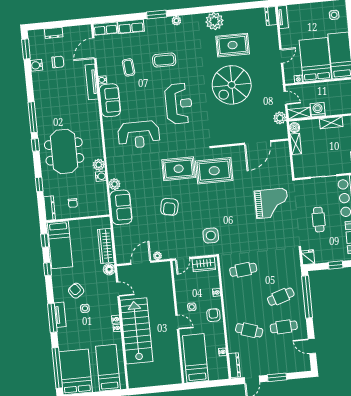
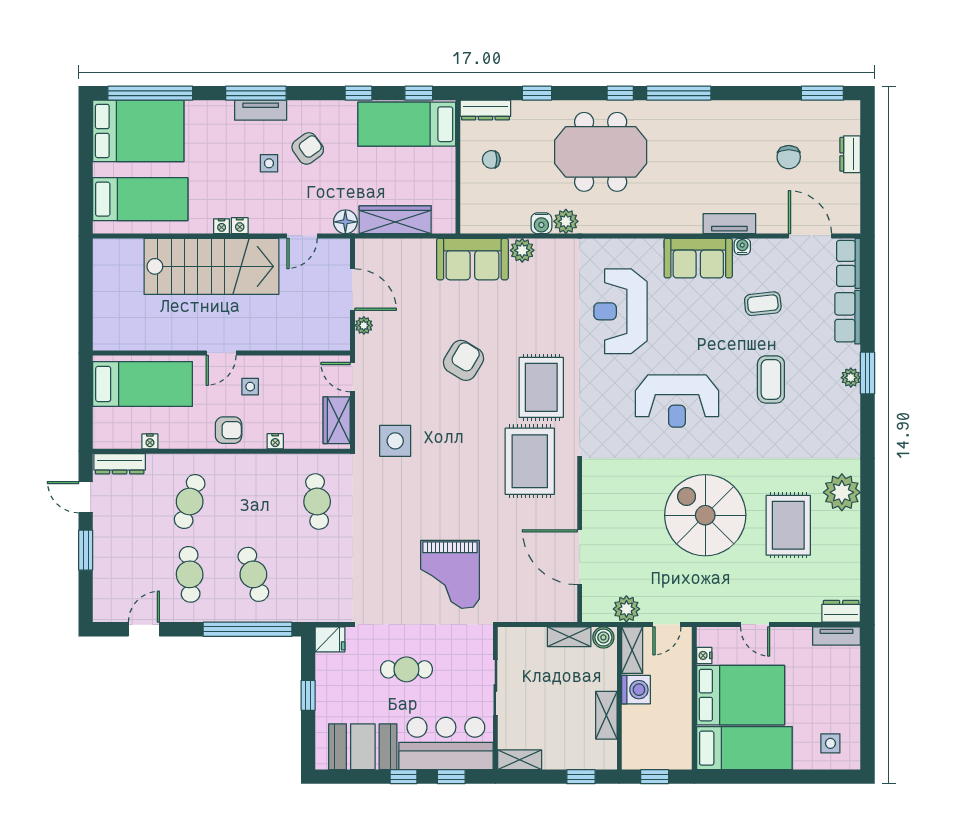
plant: (176, 21) -> (851, 378), moved
water cooler: (36, 65) -> (786, 112), removed
tv unit: (92, 82) -> (729, 224), width x0.71
armchair: (169, 207) -> (464, 360), turned 110

